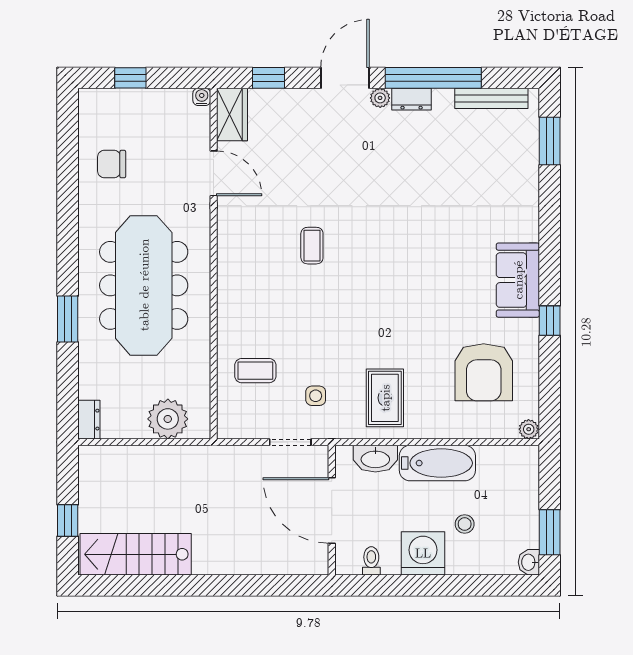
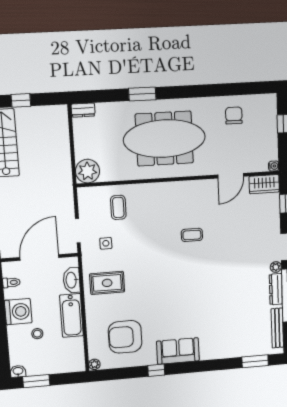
dresser: (412, 99) -> (276, 289), width x1.44
plant: (168, 419) -> (88, 171), moved

